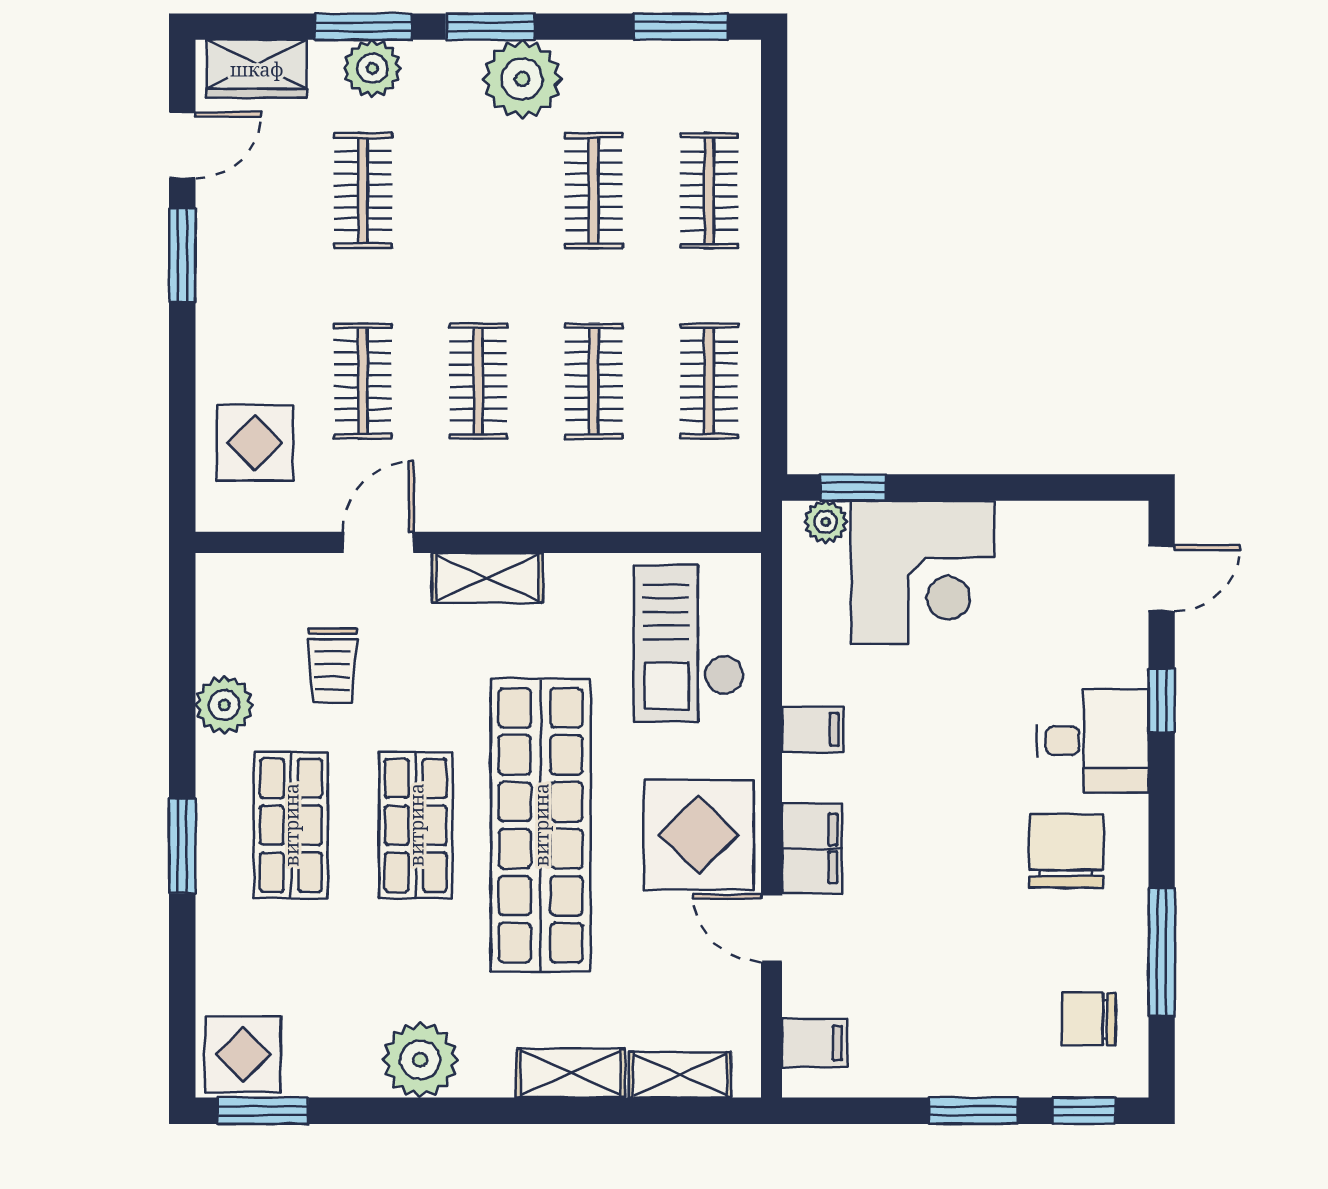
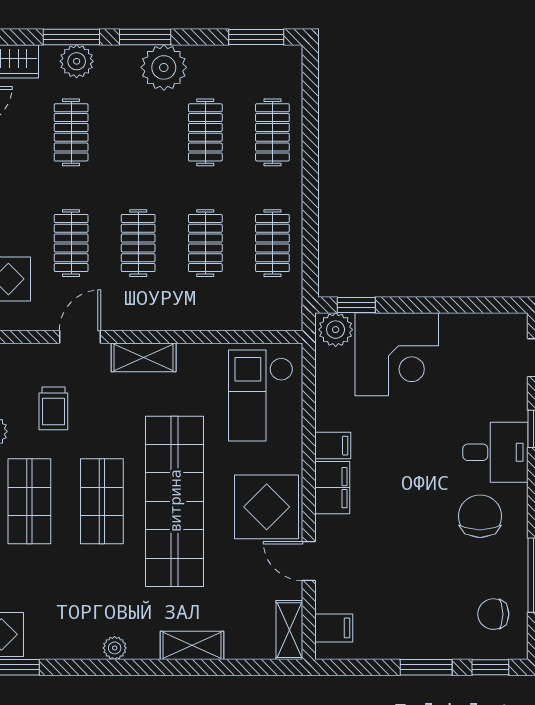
plant: (826, 522) -> (336, 330), width x1.38, depth x1.38
filing cabinet: (812, 848) -> (332, 488), moved
plant: (420, 1060) -> (115, 648), width x0.53, depth x0.53
shelving: (680, 1075) -> (289, 630), moved, turned 90

